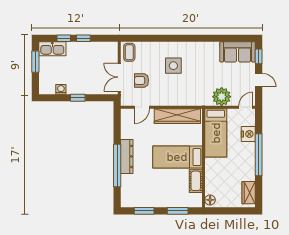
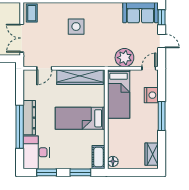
armchair: (142, 80) -> (44, 41), removed
window: (259, 155) -> (162, 116), width x0.68
cot: (196, 181) -> (98, 157), moved
desk: (134, 191) -> (36, 152), added

